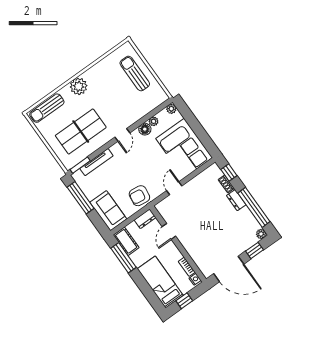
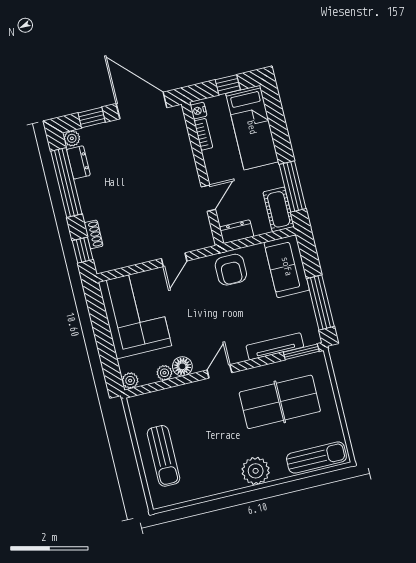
armchair: (139, 196) -> (231, 270), turned 82
dresser: (236, 200) -> (78, 162), moved

